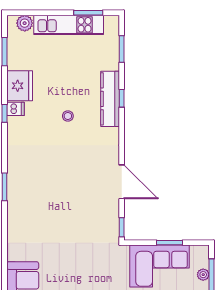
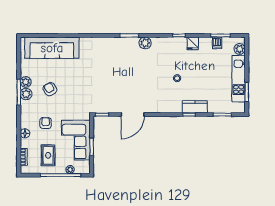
fridge: (20, 86) -> (193, 43), width x0.53, depth x0.75
kitchen counter: (110, 99) -> (195, 107), width x0.67
dishwasher: (15, 109) -> (217, 43), moved
plant: (16, 163) -> (145, 43), added

